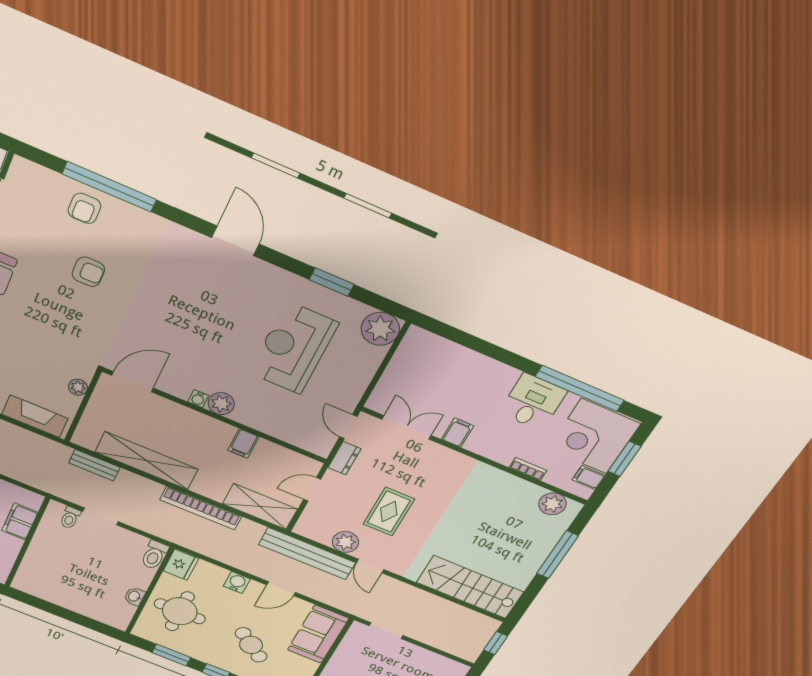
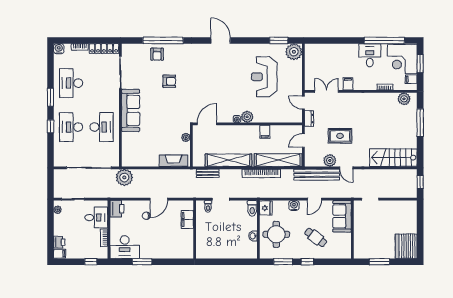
window: (332, 282) -> (279, 40), moved
shelving: (260, 506) -> (278, 160), width x1.47
rug: (389, 512) -> (340, 136), turned 90

